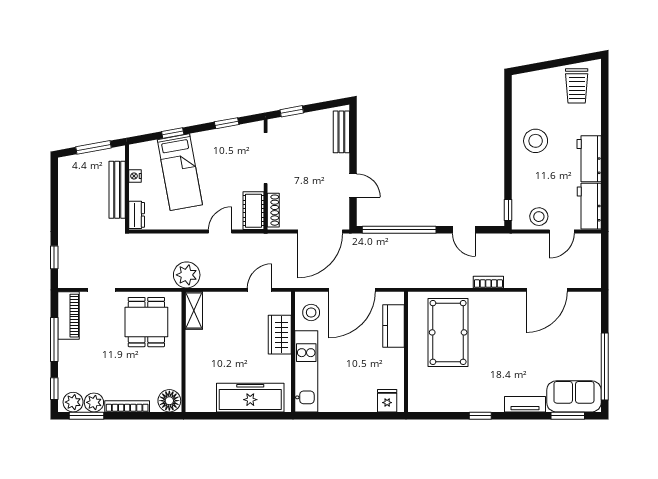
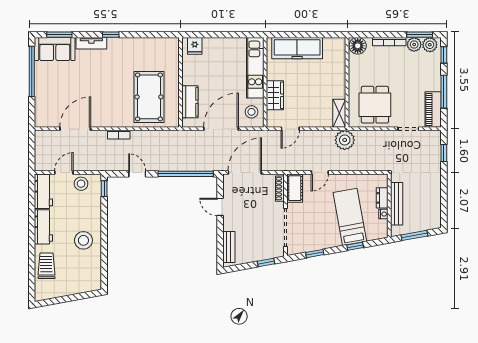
trolley: (577, 86) -> (46, 266), moved
dresser: (137, 215) -> (382, 198), moved
window: (480, 416) -> (111, 35), moved

